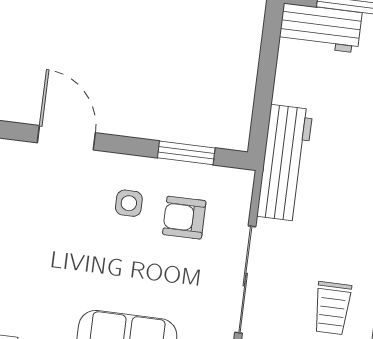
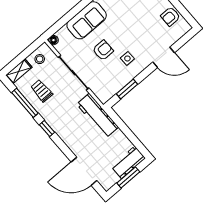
armchair: (184, 218) -> (103, 50), moved

